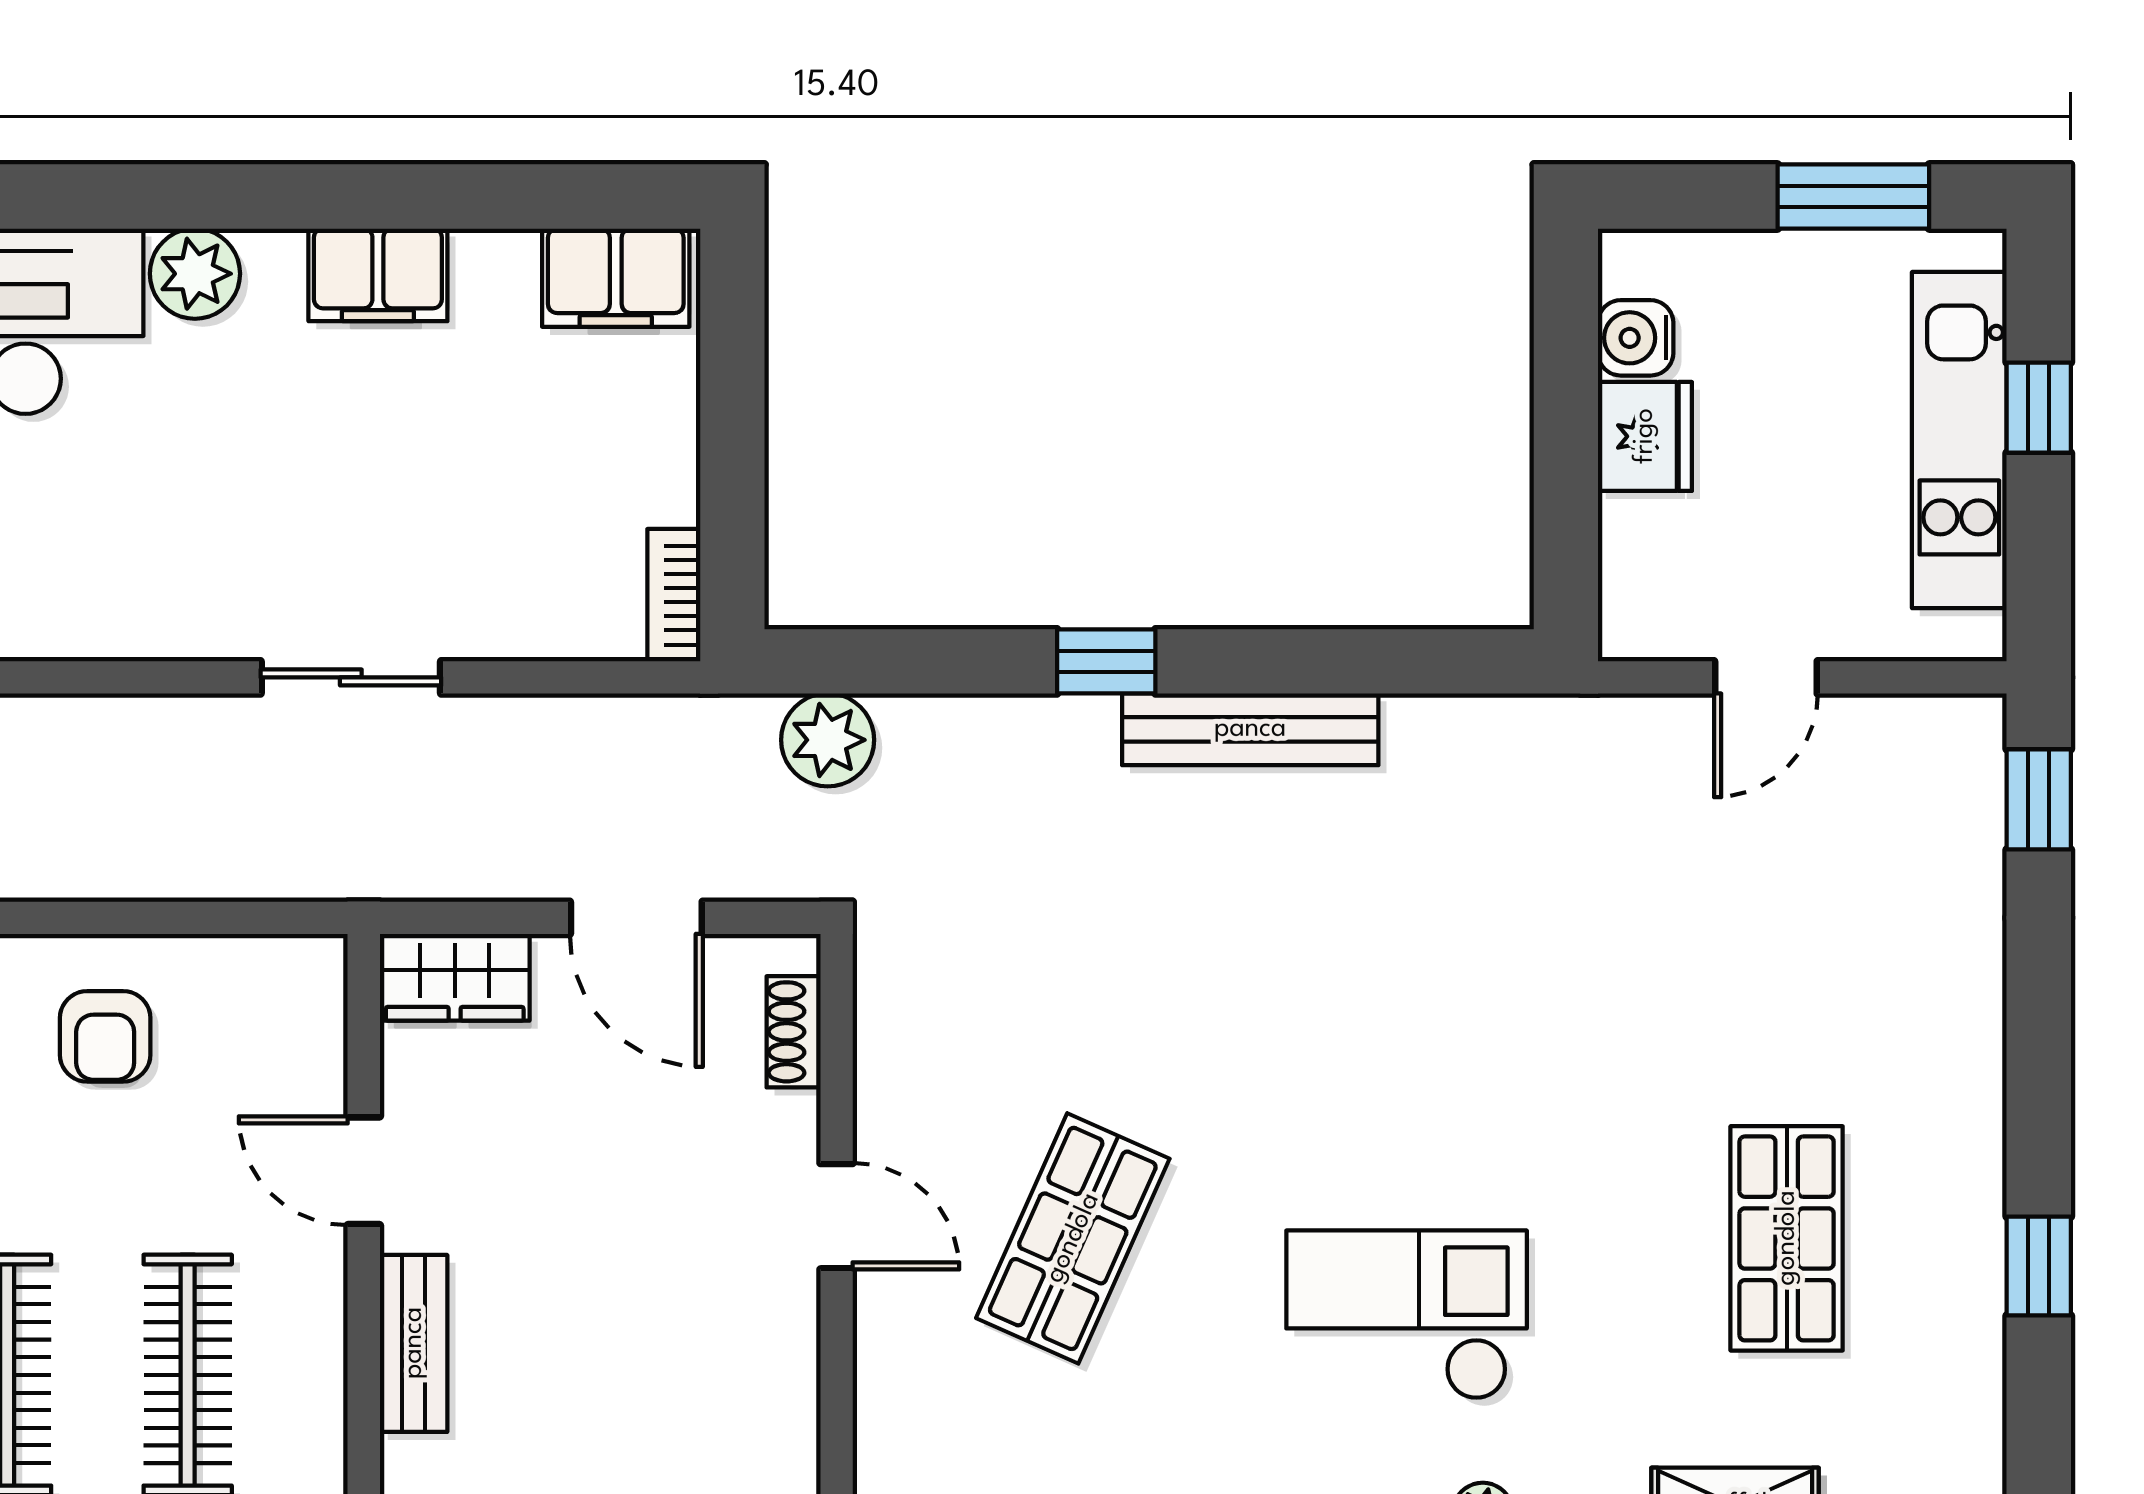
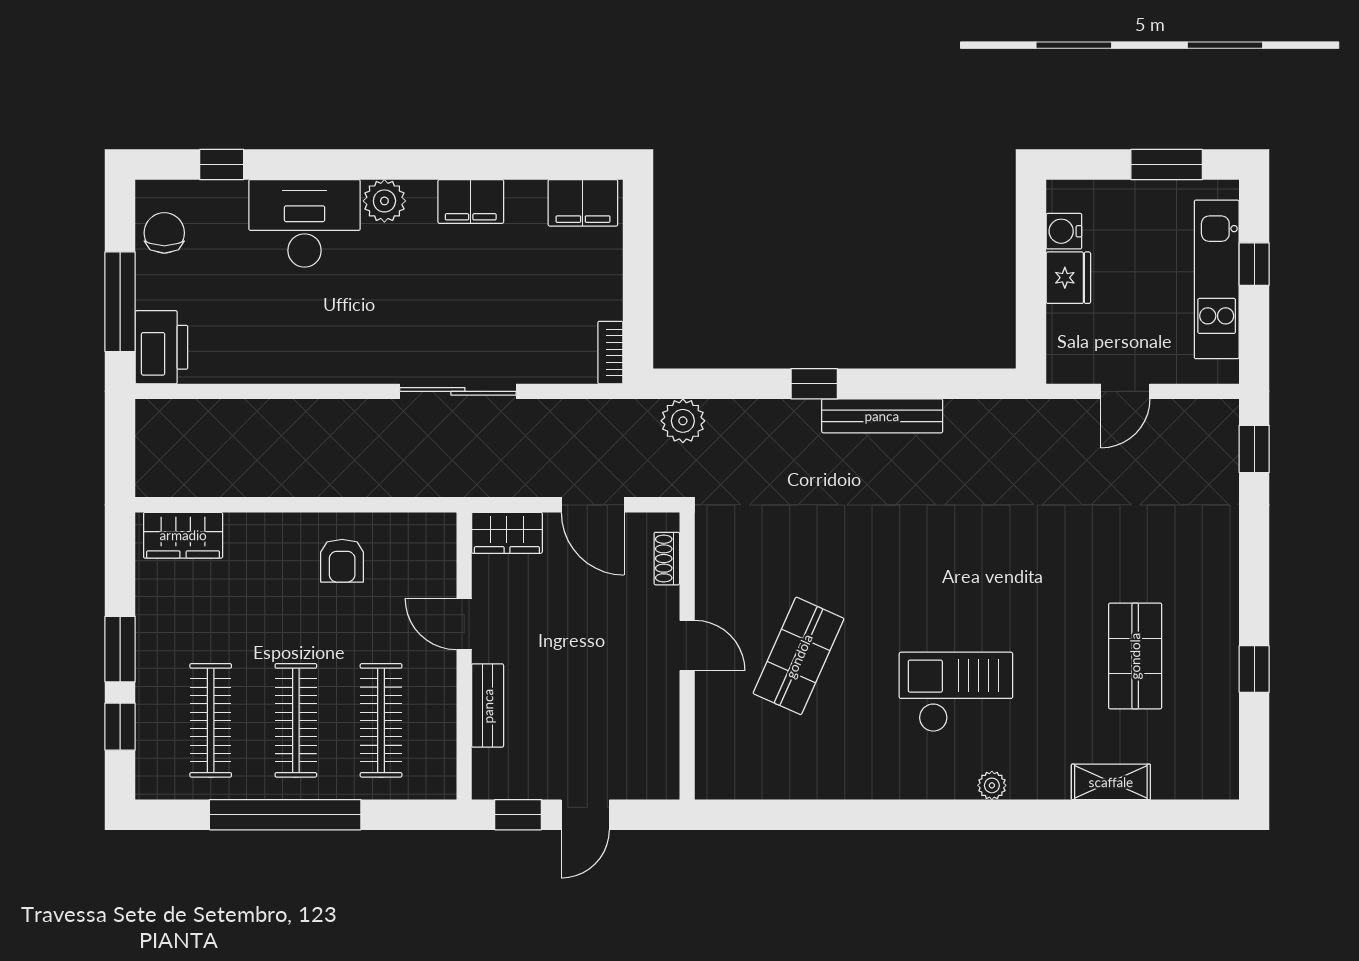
sliding door: (351, 677) -> (458, 391), width x1.37

